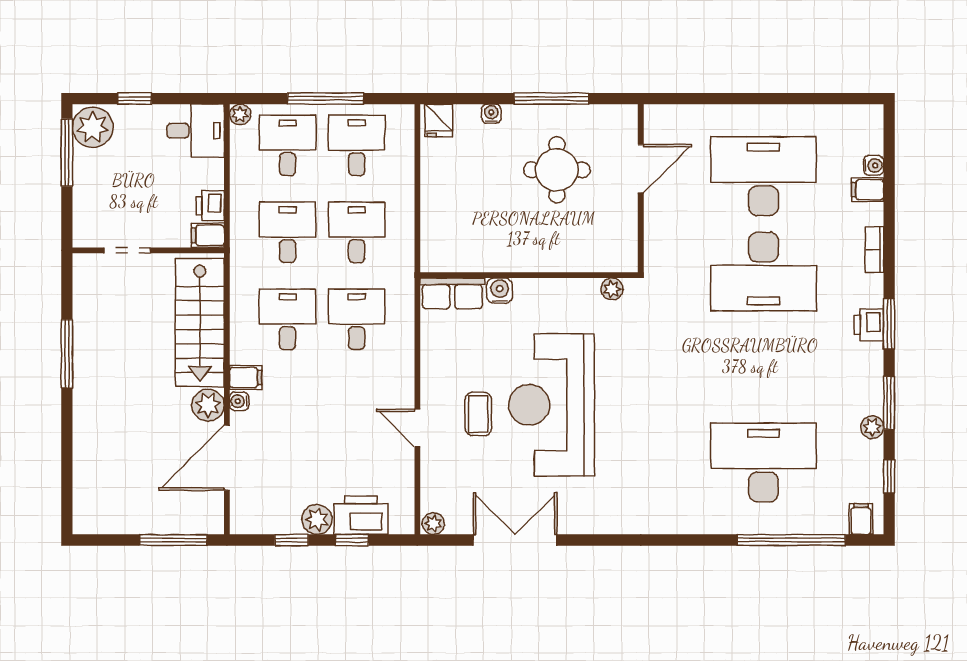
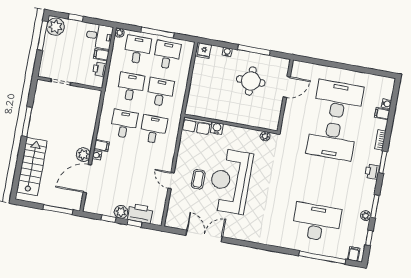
filing cabinet: (208, 235) -> (101, 55), moved
stairs: (200, 323) -> (32, 166), moved, turned 180
window: (889, 324) -> (383, 162), moved
plant: (433, 524) -> (170, 223), removed

